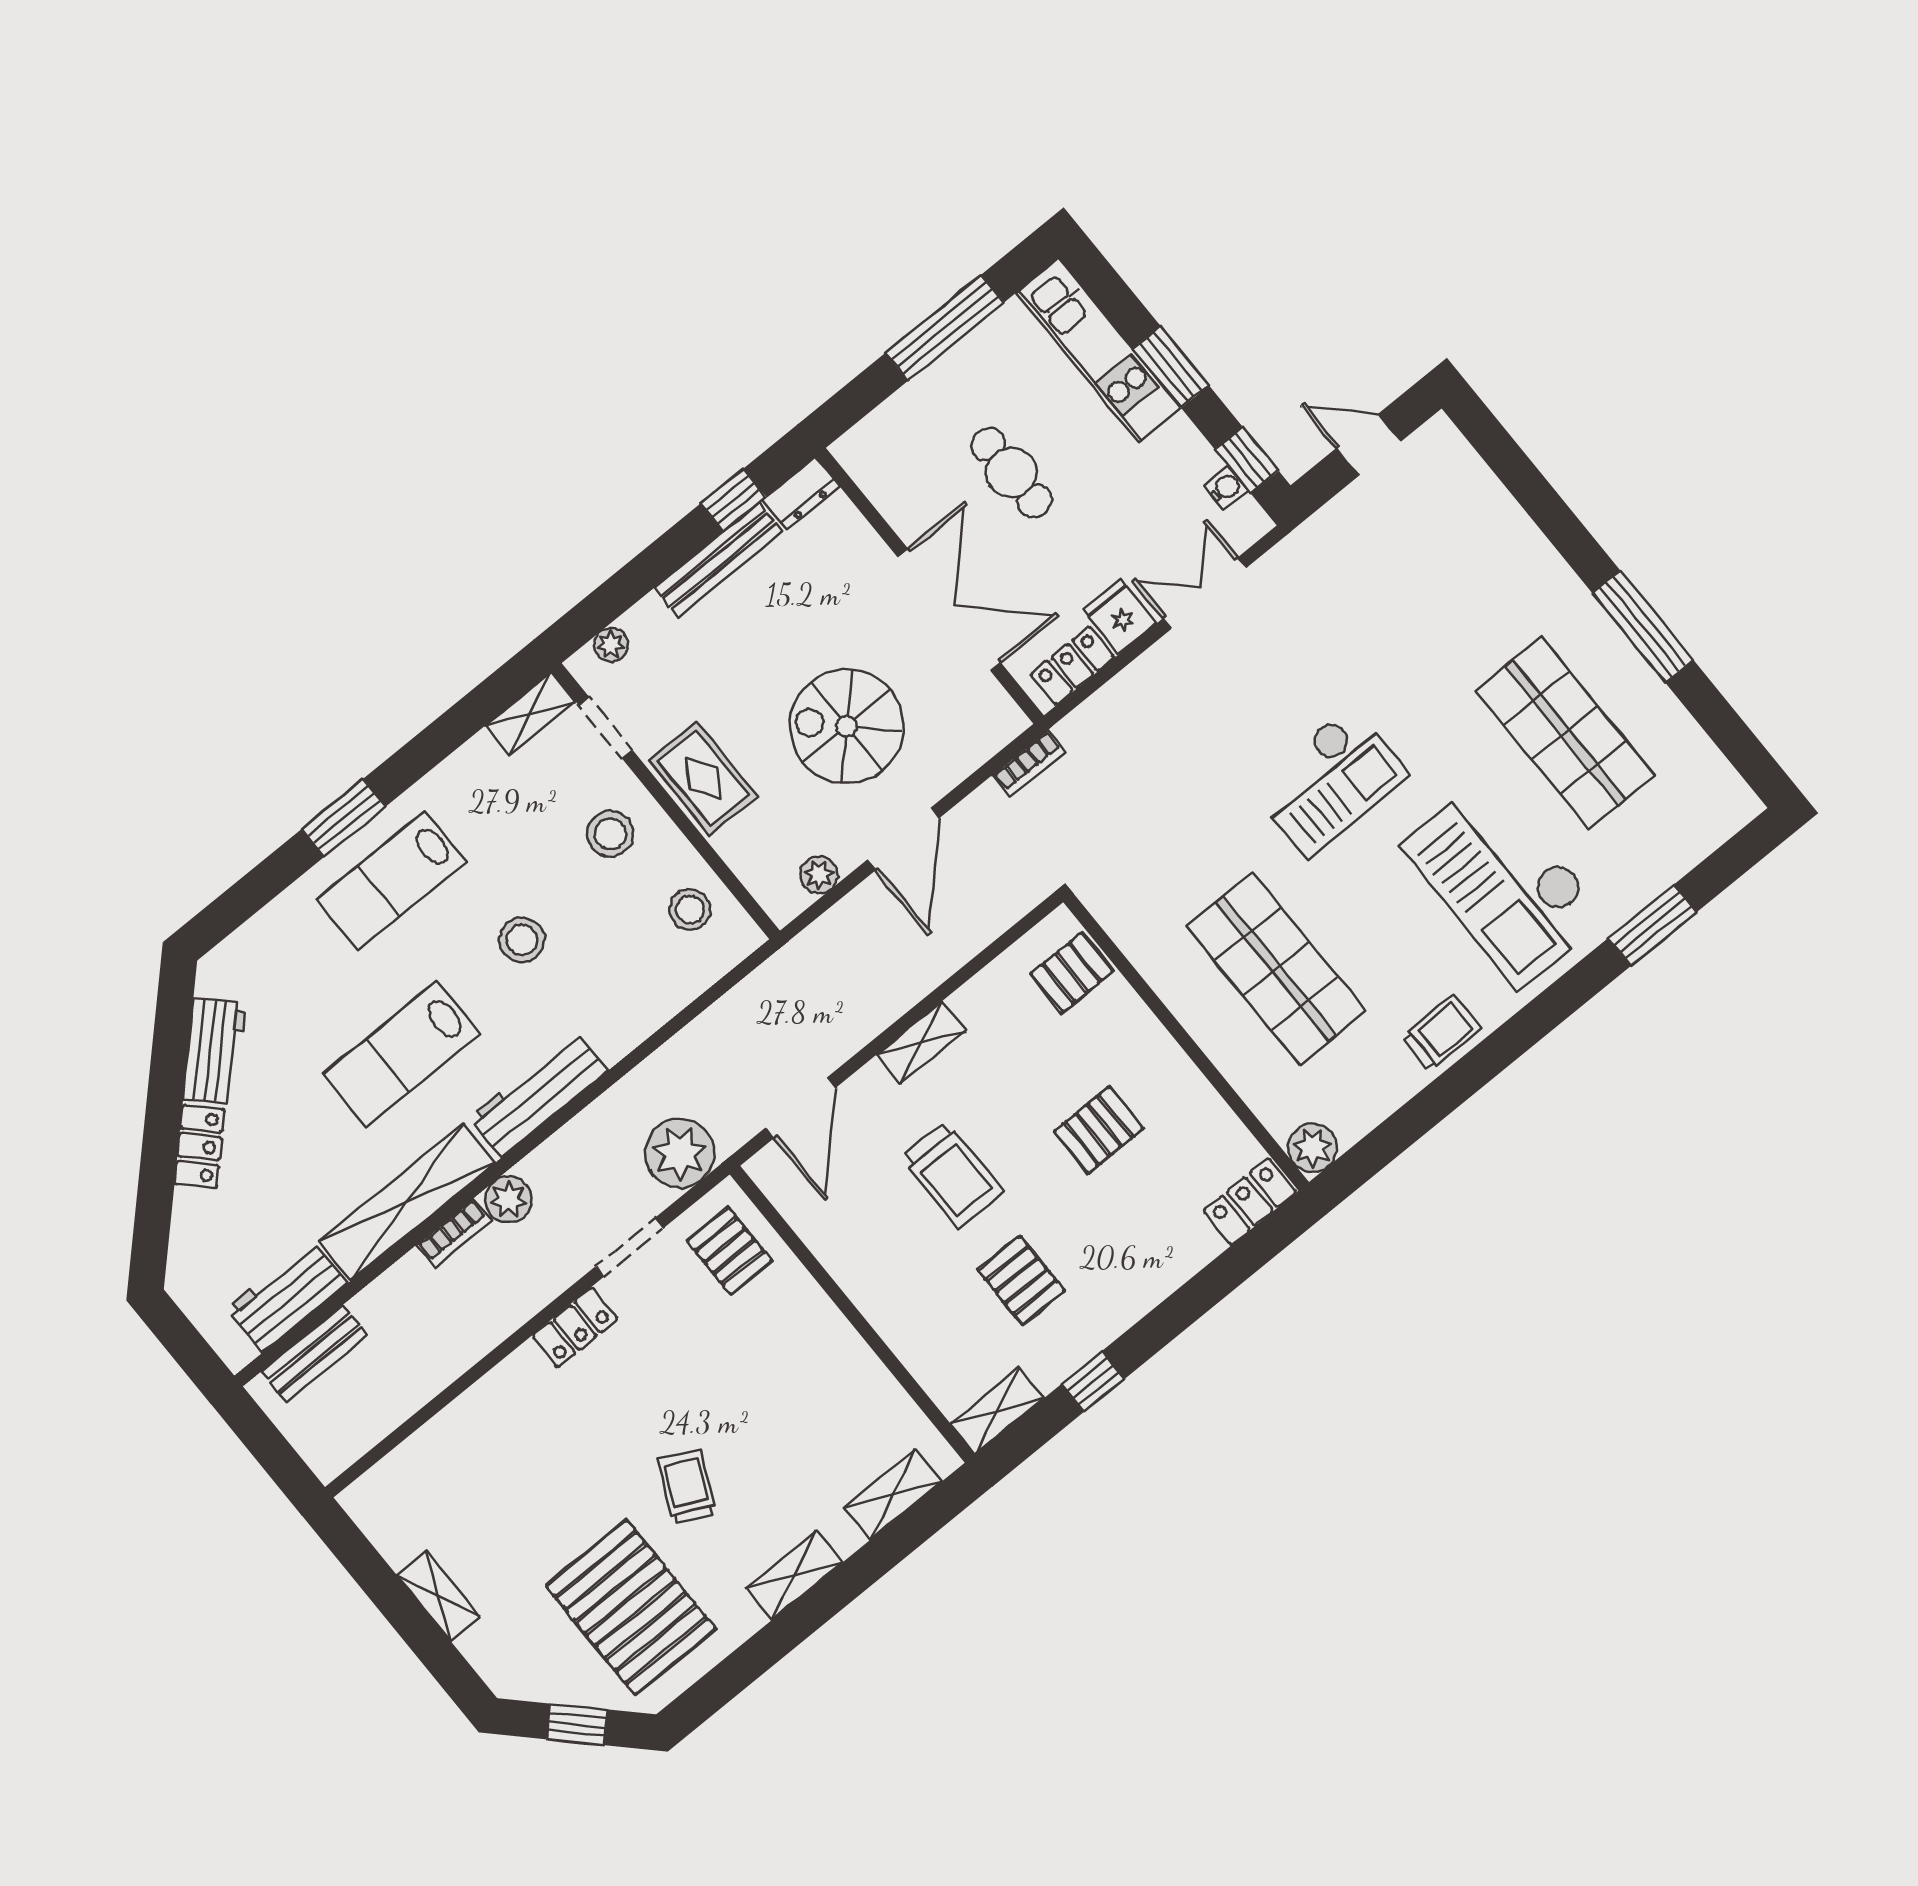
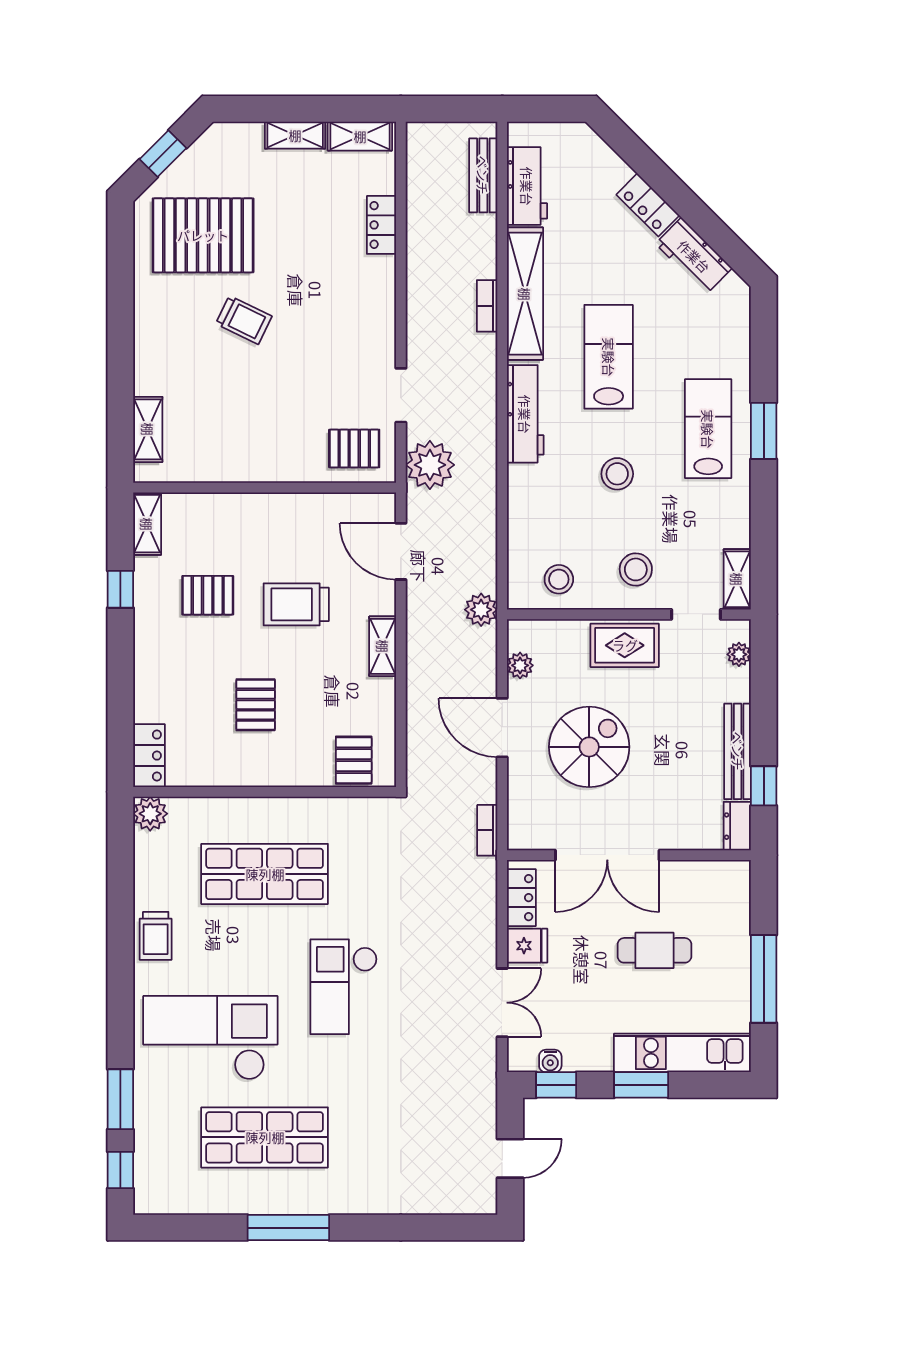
window: (1730, 862) -> (120, 1170), added
plant: (509, 1199) -> (481, 610), moved
locker: (575, 1327) -> (381, 225), moved
shelving: (794, 1575) -> (360, 136), moved, turned 90

